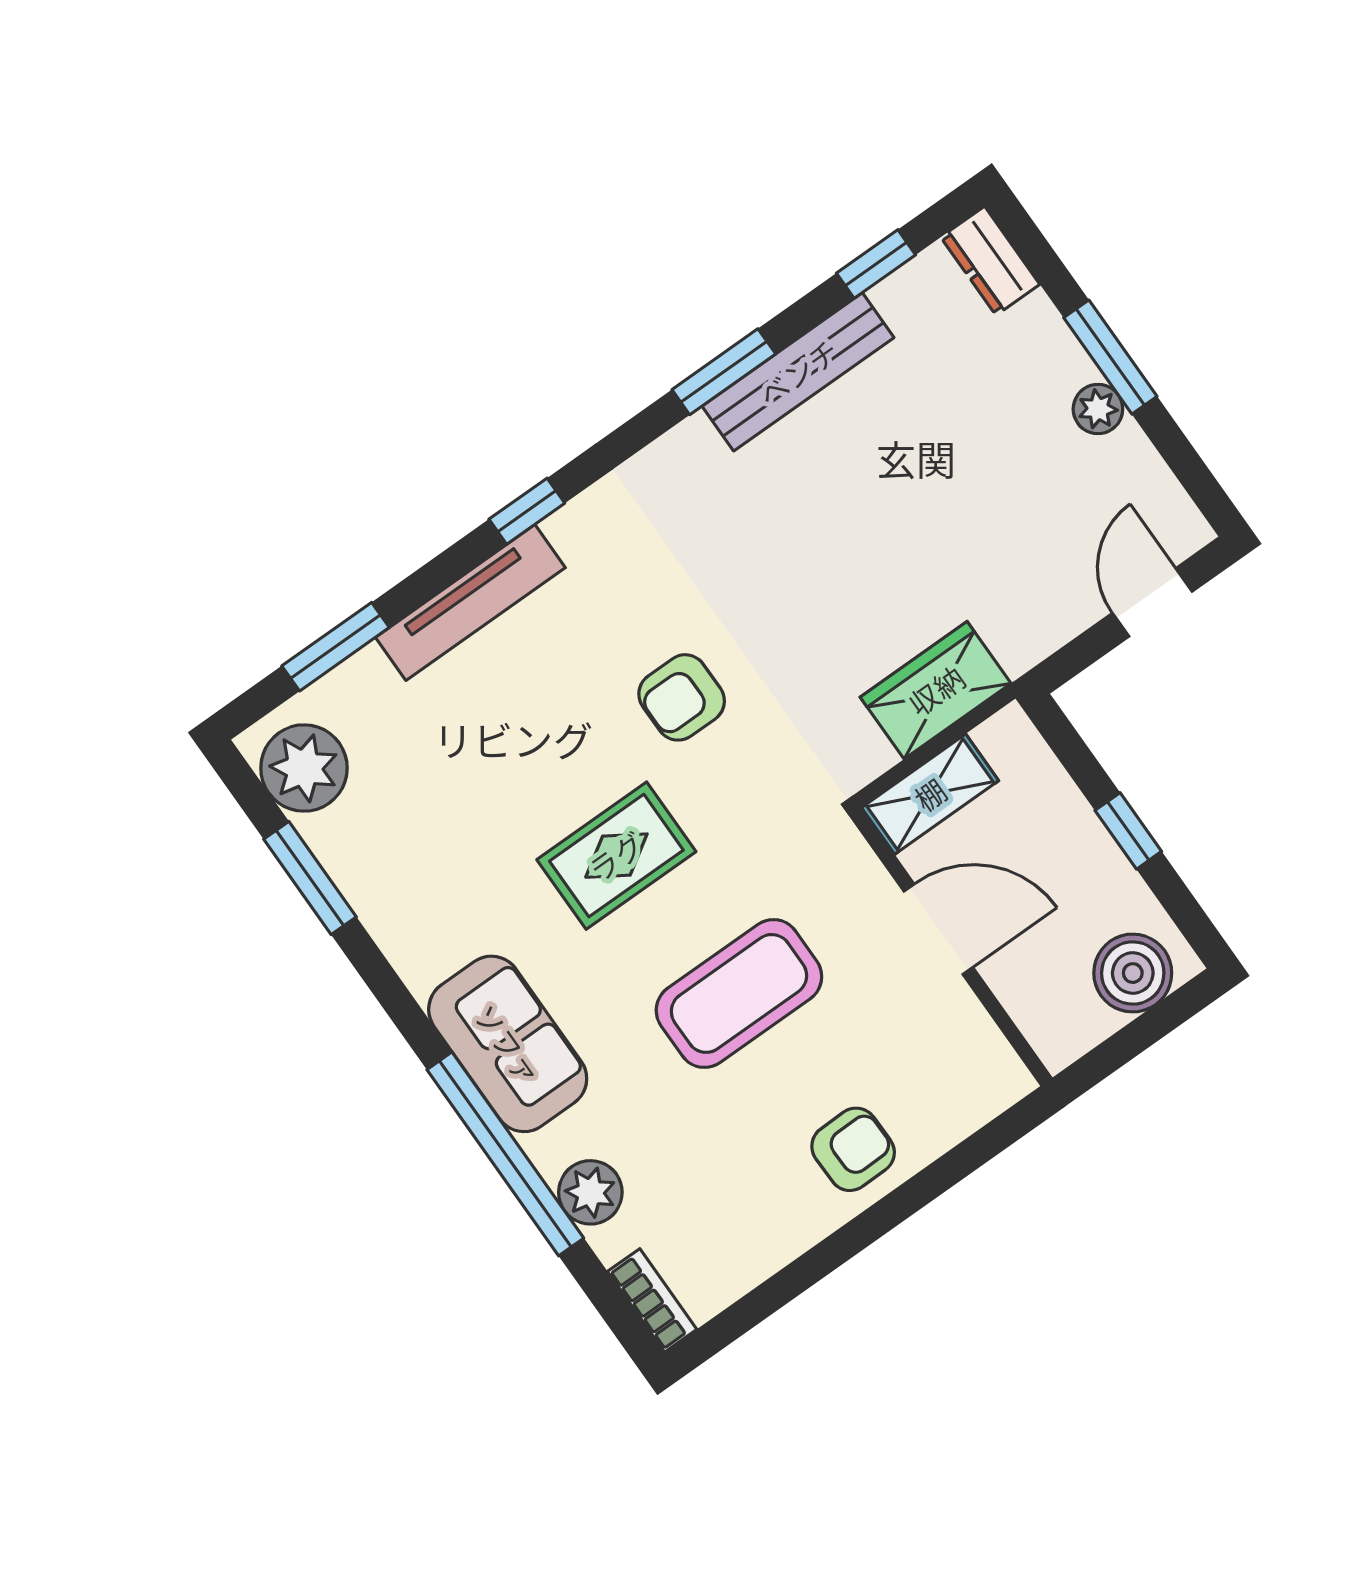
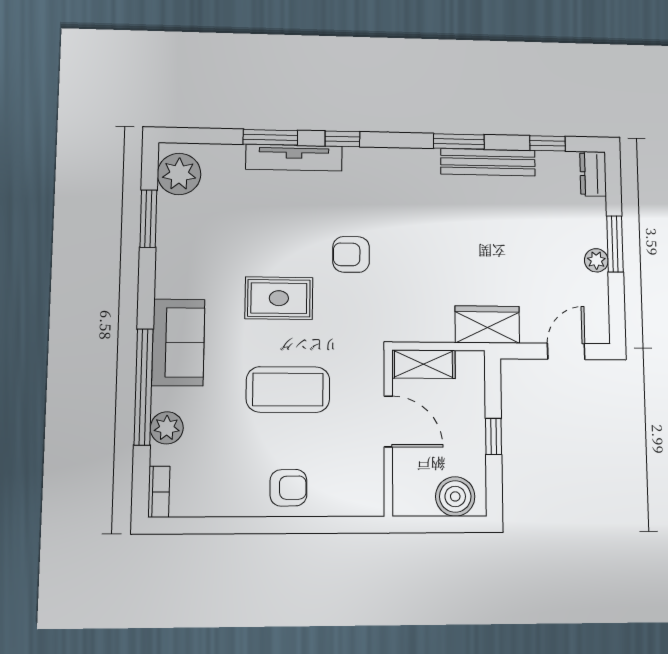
window: (336, 647) -> (270, 137), moved
wardrobe: (936, 690) -> (487, 325), moved

